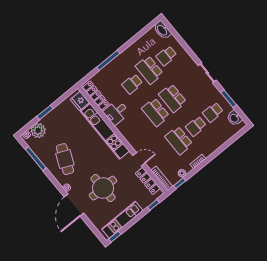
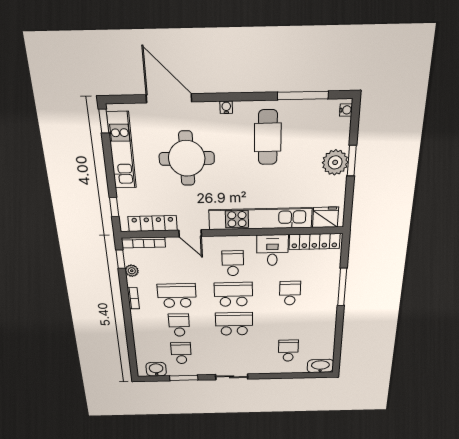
school desk: (149, 70) -> (233, 263), moved, width x0.54
plant: (38, 130) -> (335, 162), moved
cafe table: (65, 159) -> (268, 137), turned 66
door: (139, 159) -> (190, 233), hinge flipped
door: (74, 205) -> (169, 98), moved

